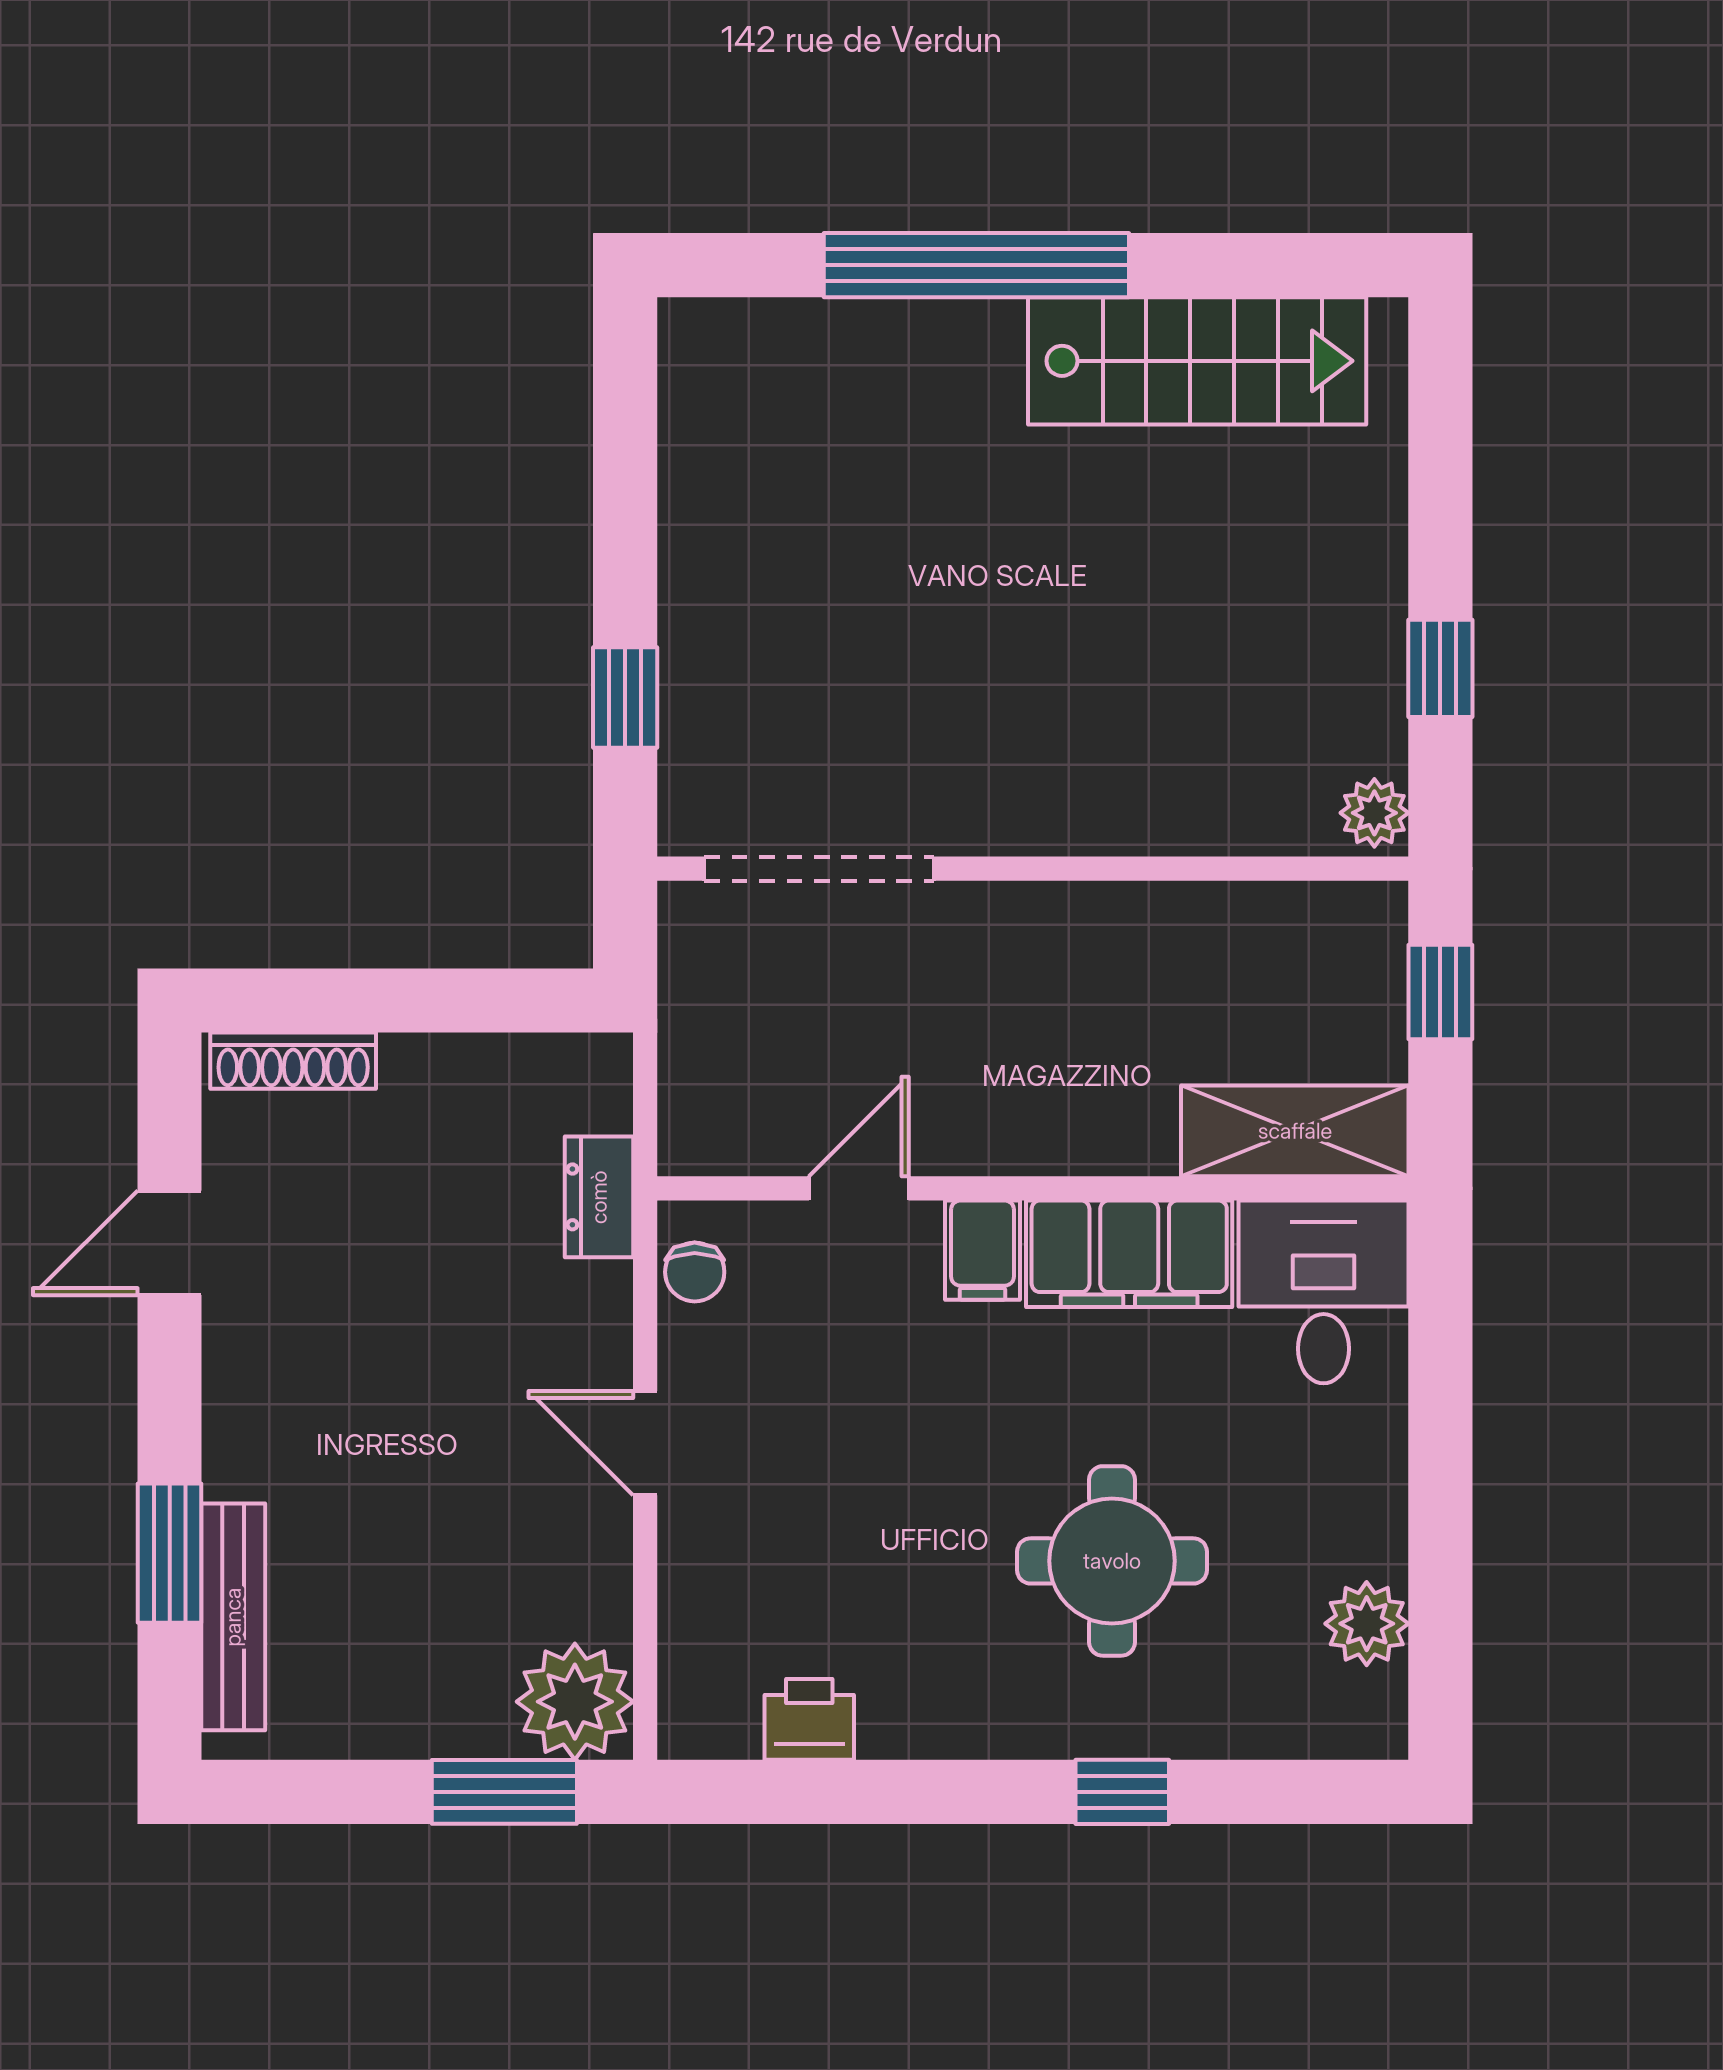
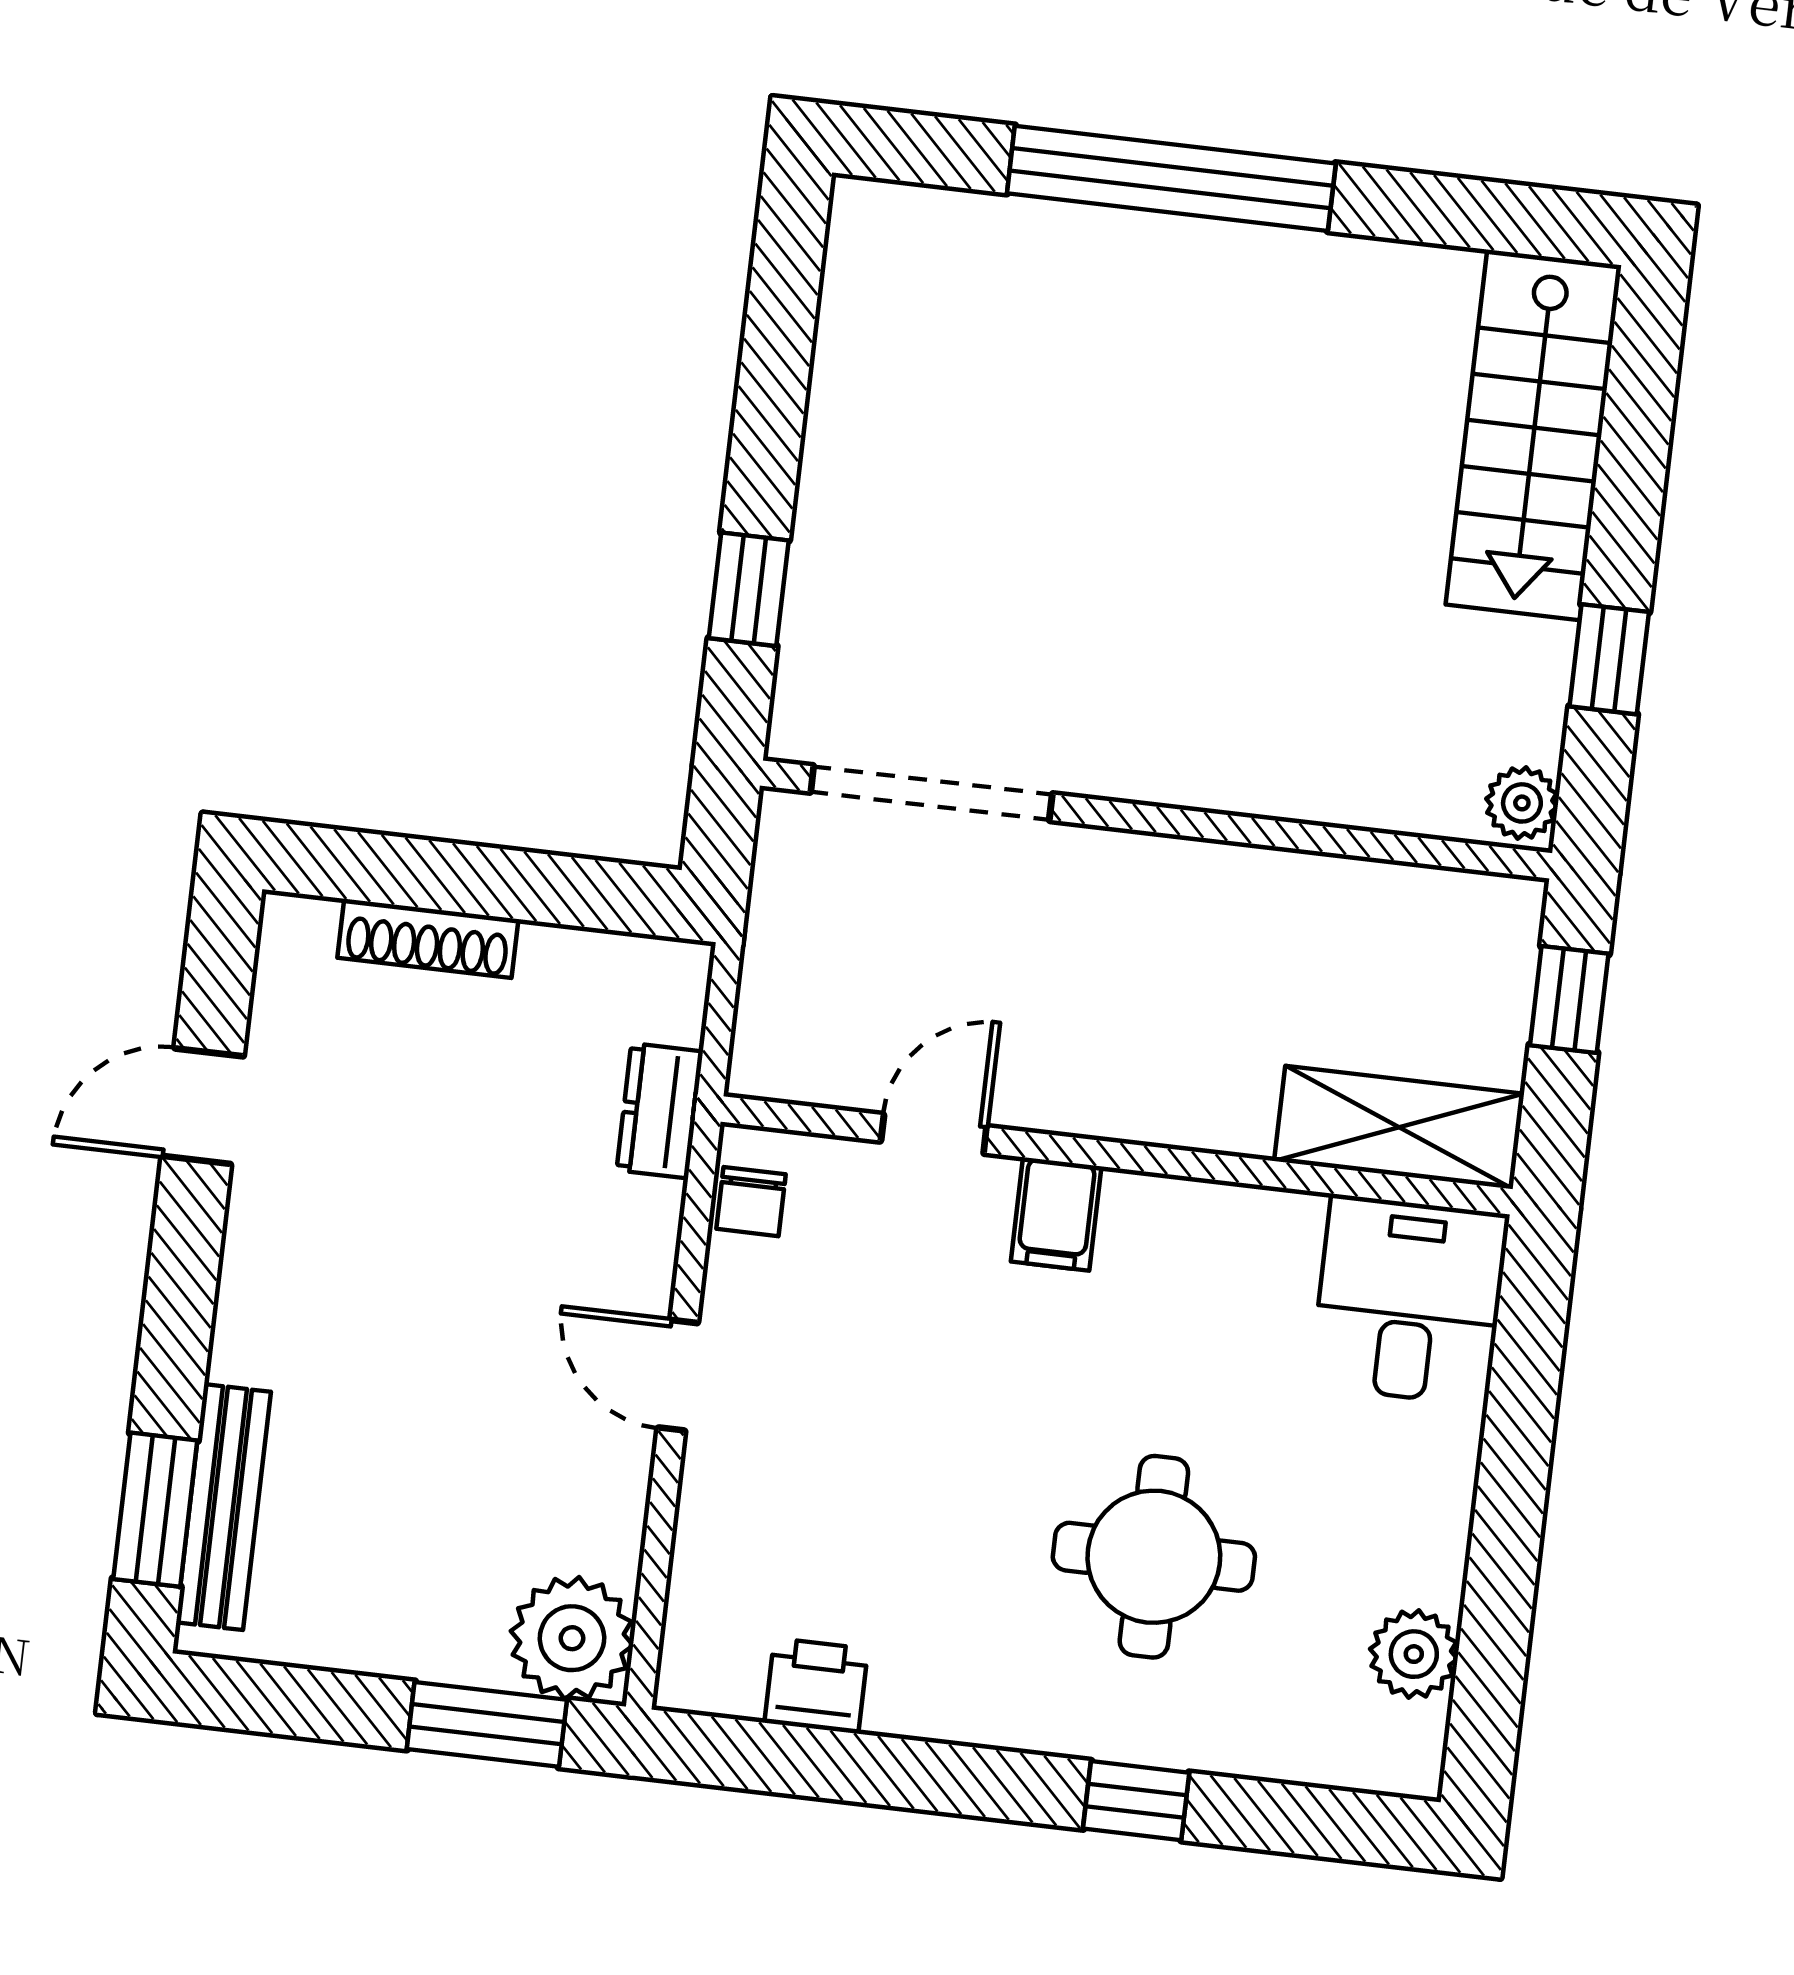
stairs: (1197, 361) -> (1534, 435), moved, turned 90
shoe rack: (293, 1061) -> (428, 938), moved
filing cabinet: (1129, 1254) -> (1210, 1236), removed
window: (170, 1553) -> (155, 1510), moved

